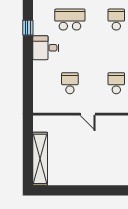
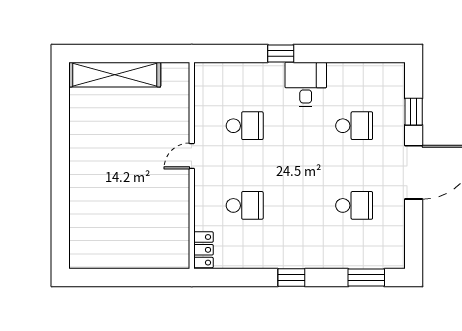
school desk: (70, 20) -> (354, 126), width x0.54
window: (28, 28) -> (281, 53), moved

